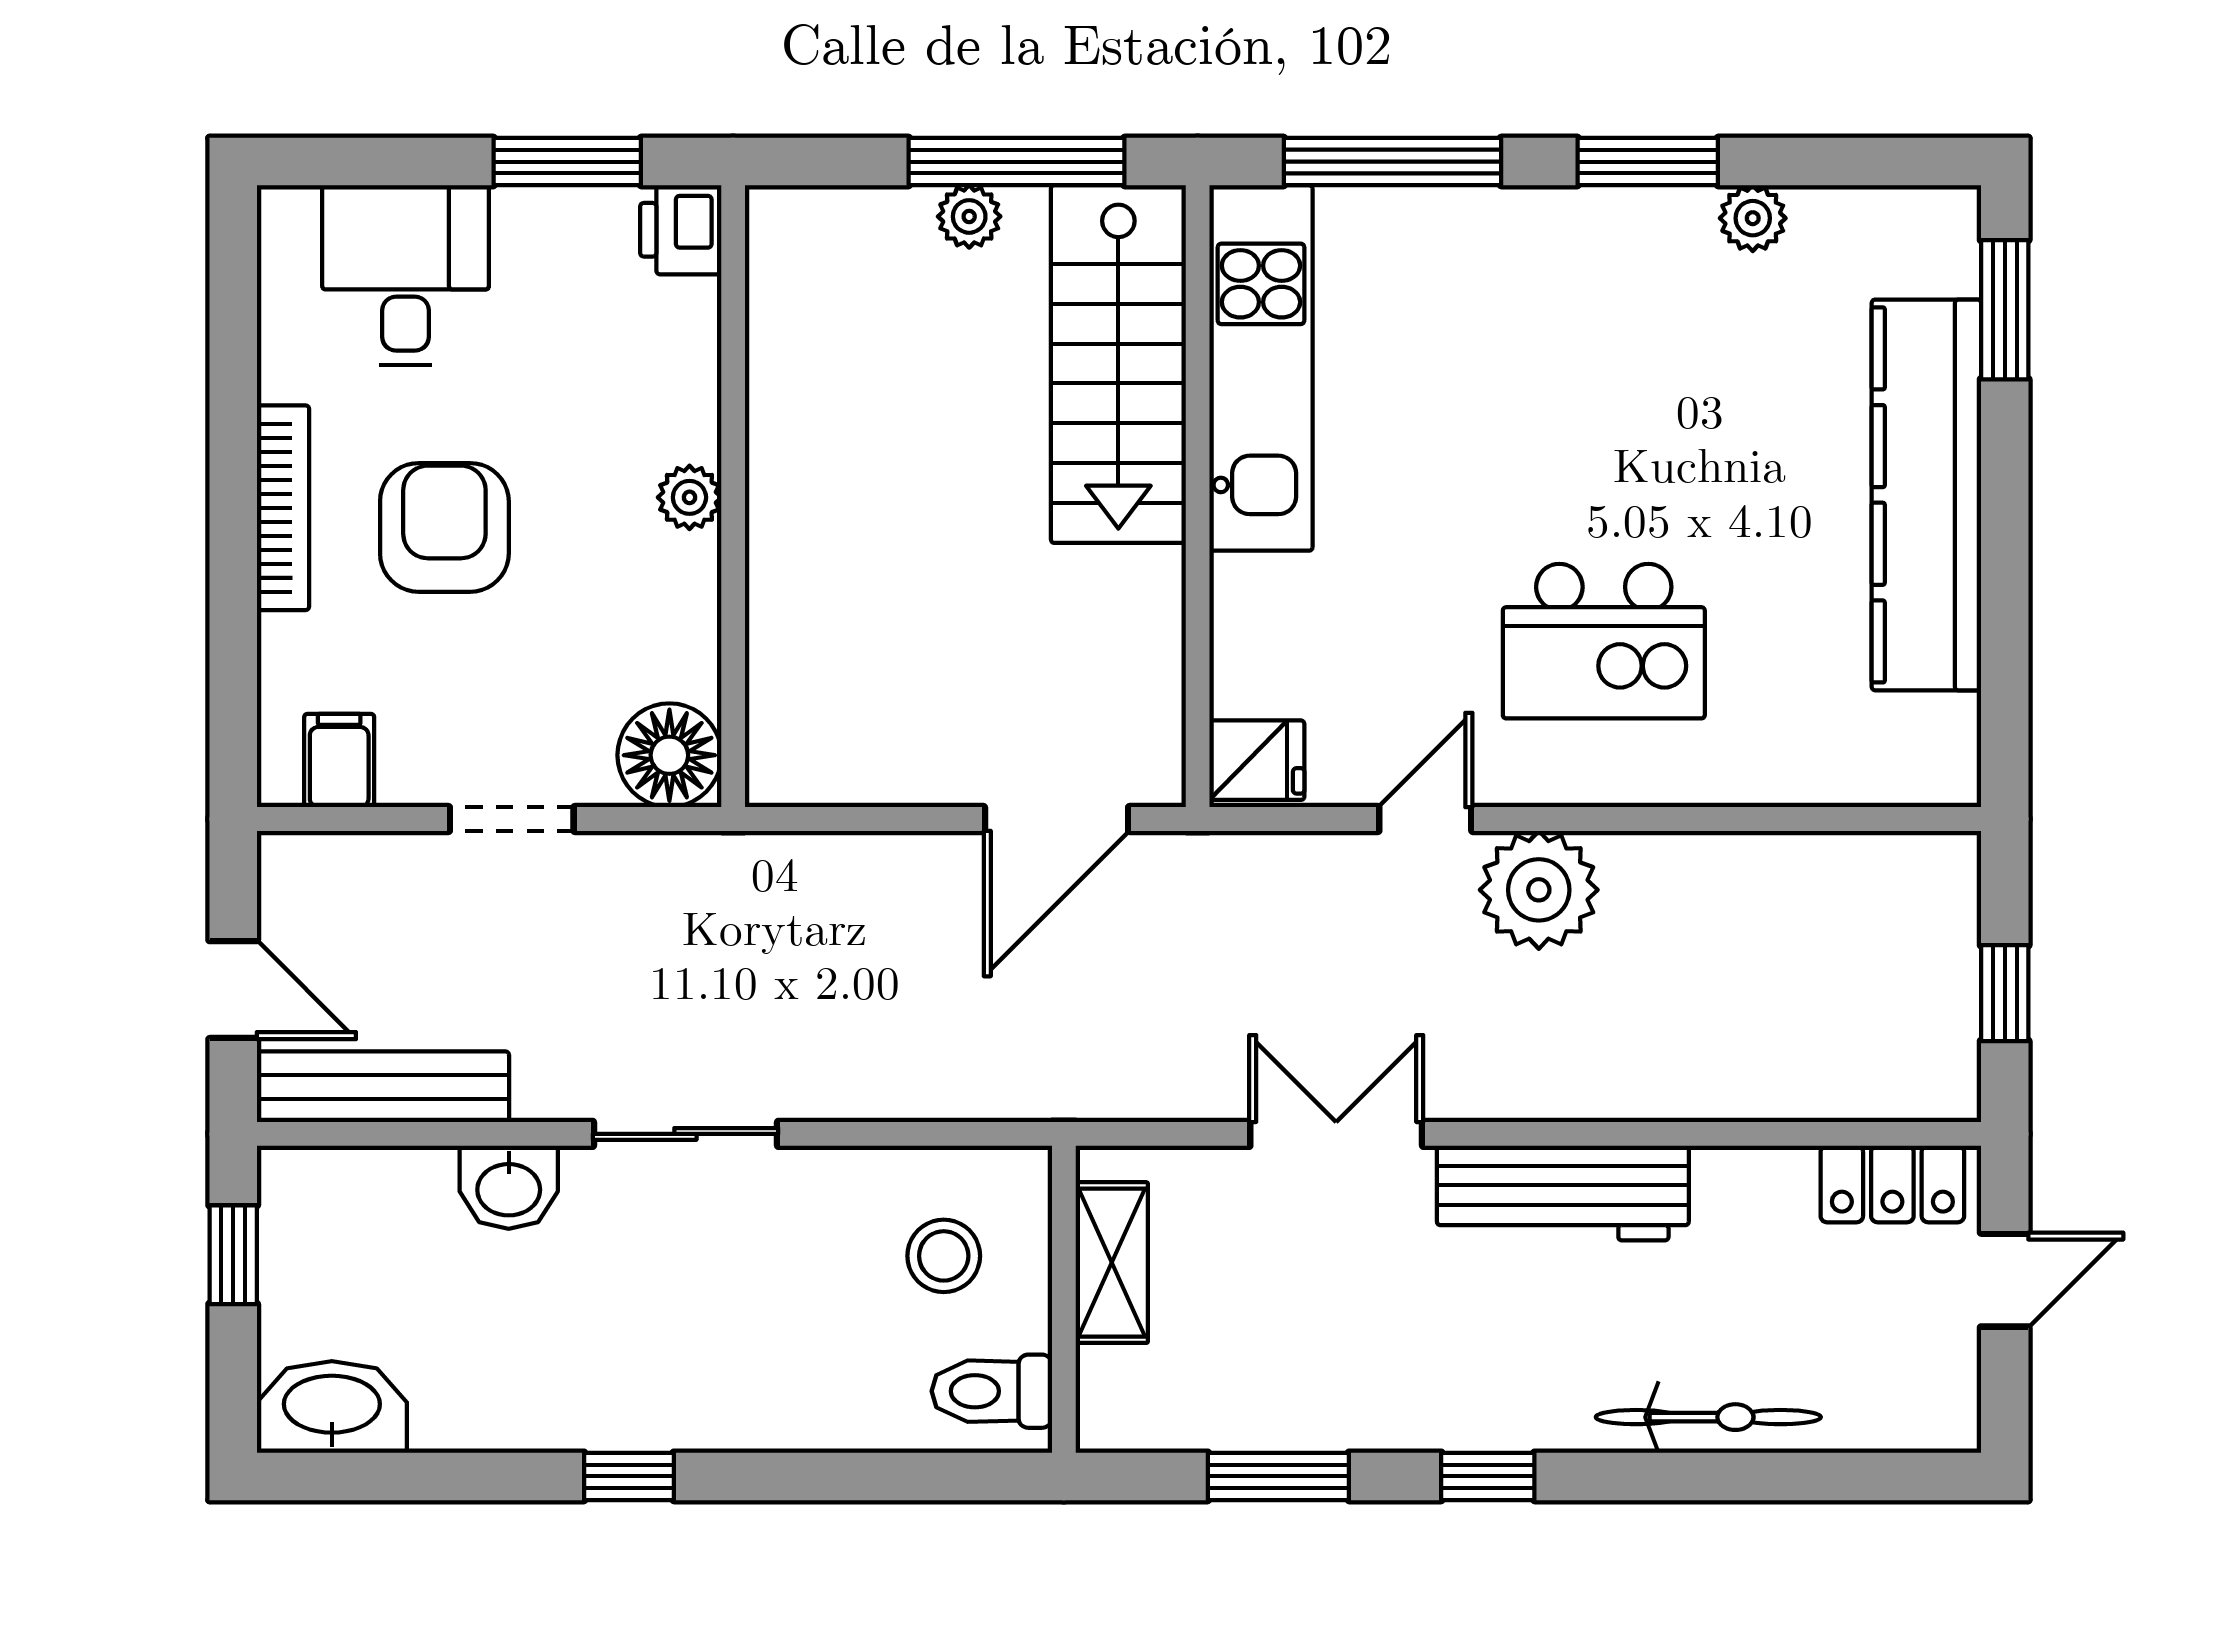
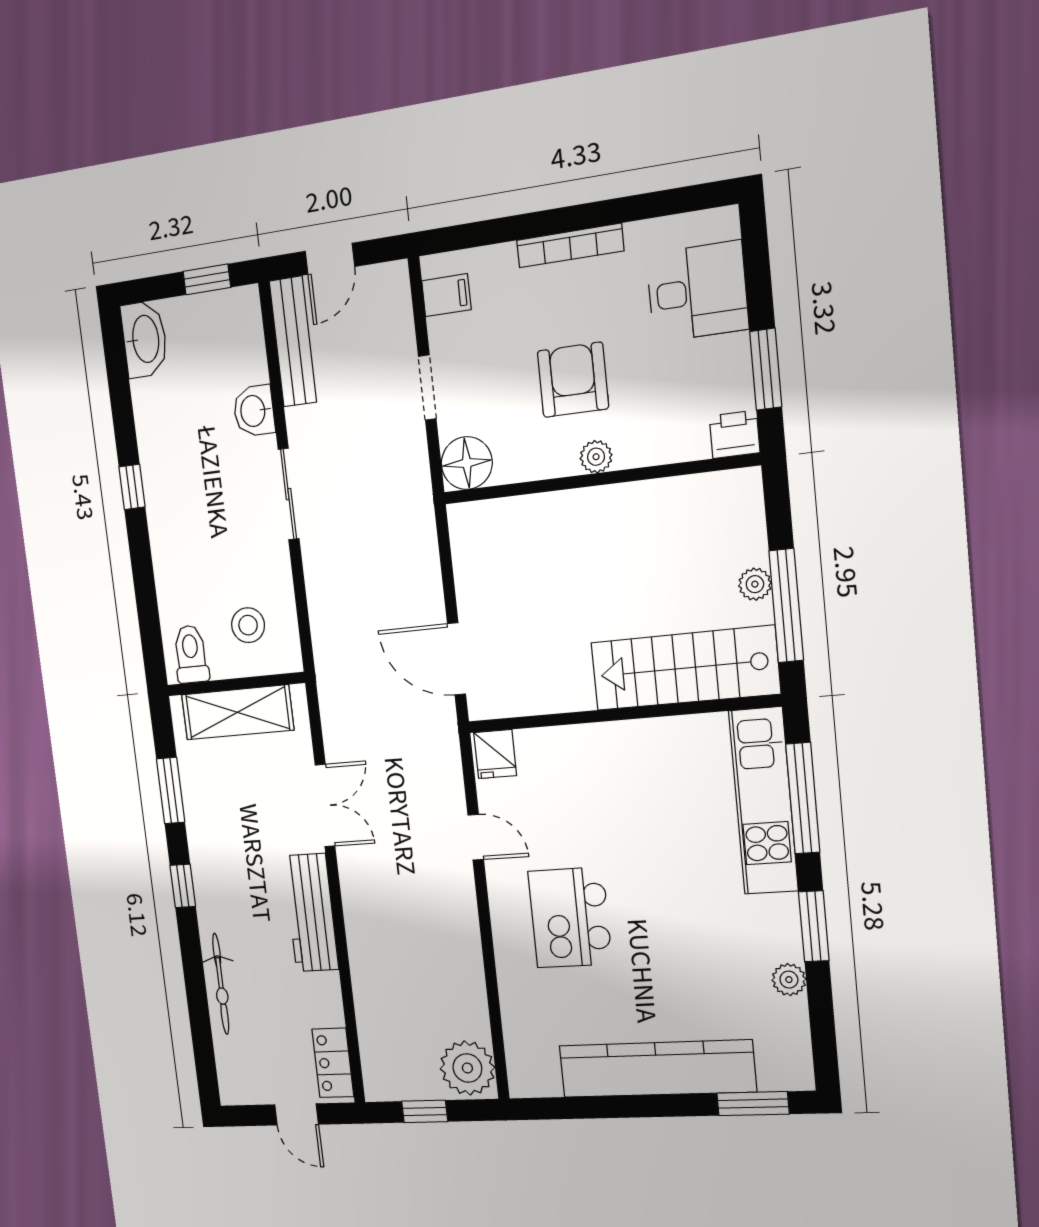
kitchen unit: (1261, 368) -> (763, 801), moved, turned 90
armchair: (444, 527) -> (573, 380), moved, turned -90
plant: (1539, 890) -> (467, 1068), moved
shelving: (1112, 1263) -> (237, 712), width x1.50, depth x1.33

